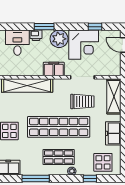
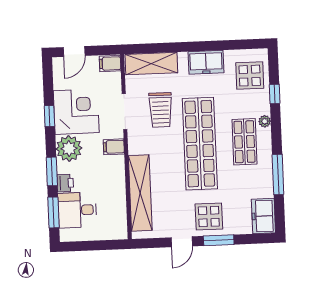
window: (16, 27) -> (54, 212), added
window: (95, 27) -> (49, 116), moved
filing cabinet: (54, 69) -> (114, 147), width x0.50
filing cabinet: (115, 69) -> (110, 64), added
trolley: (82, 102) -> (161, 110), turned 180

